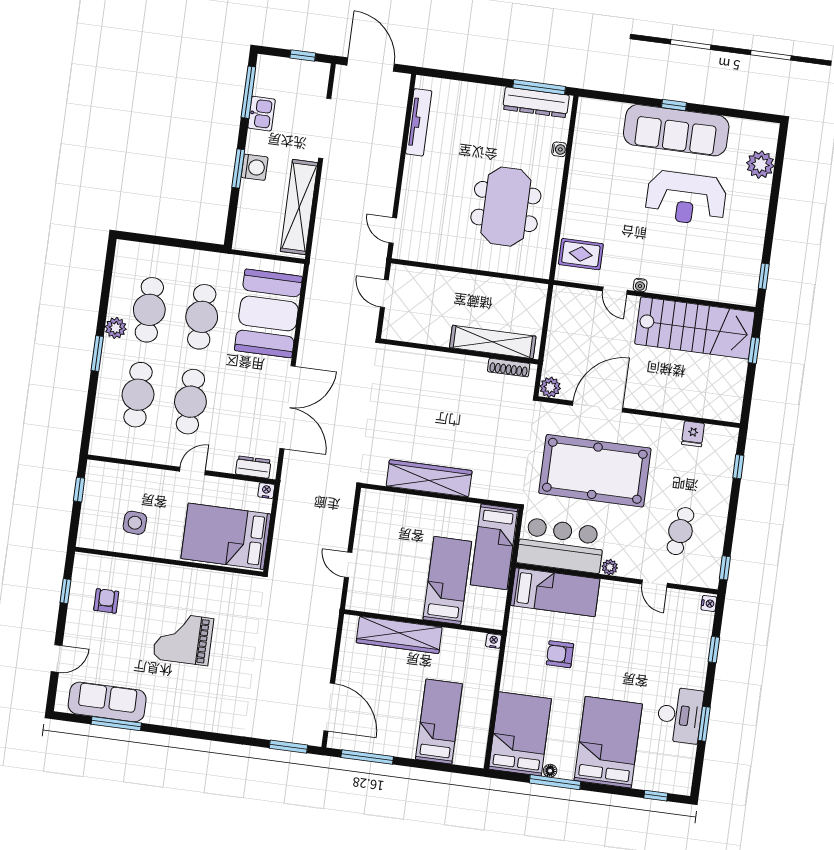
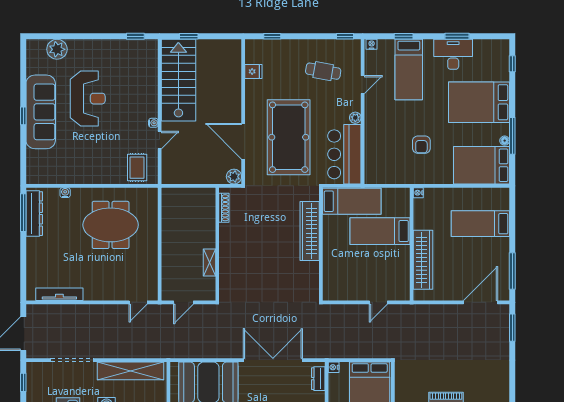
shelving: (493, 342) -> (209, 263), moved, width x0.45, depth x0.75
wardrobe: (429, 478) -> (310, 231), moved
bed: (555, 592) -> (409, 70), moved, turned 180

